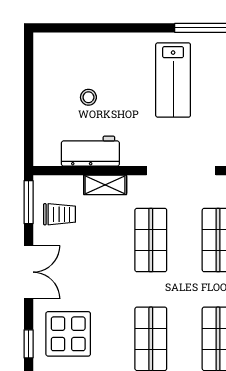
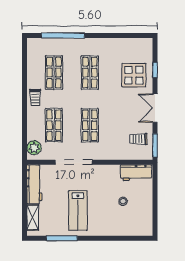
lab bench: (173, 80) -> (78, 211), turned 180
workbench: (90, 151) -> (136, 173), moved
shelving: (105, 185) -> (114, 155), removed

